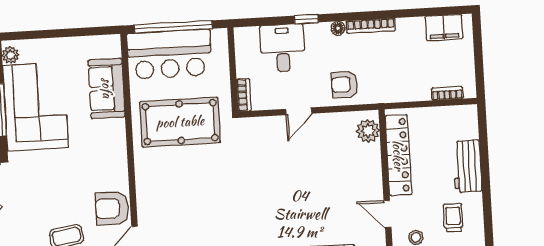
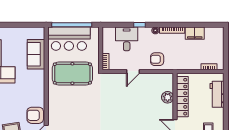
filing cabinet: (444, 27) -> (195, 33), moved
plant: (368, 131) -> (168, 97), moved
workbench: (467, 166) -> (217, 94), moved

